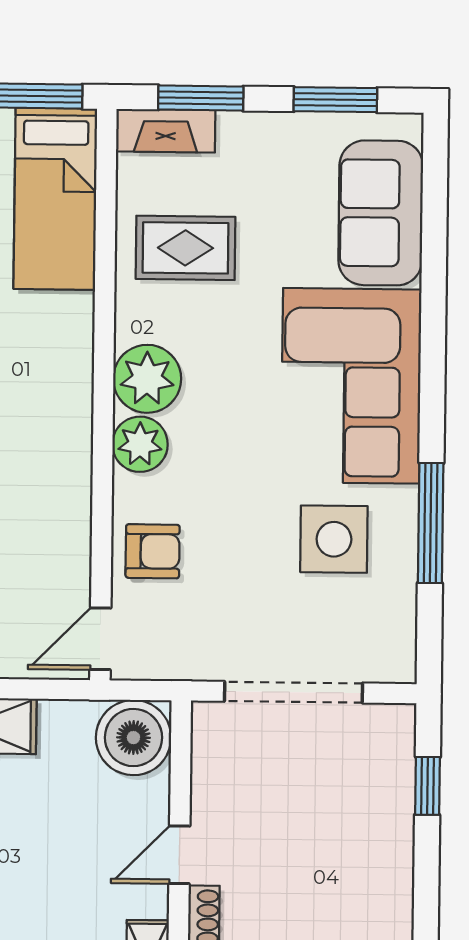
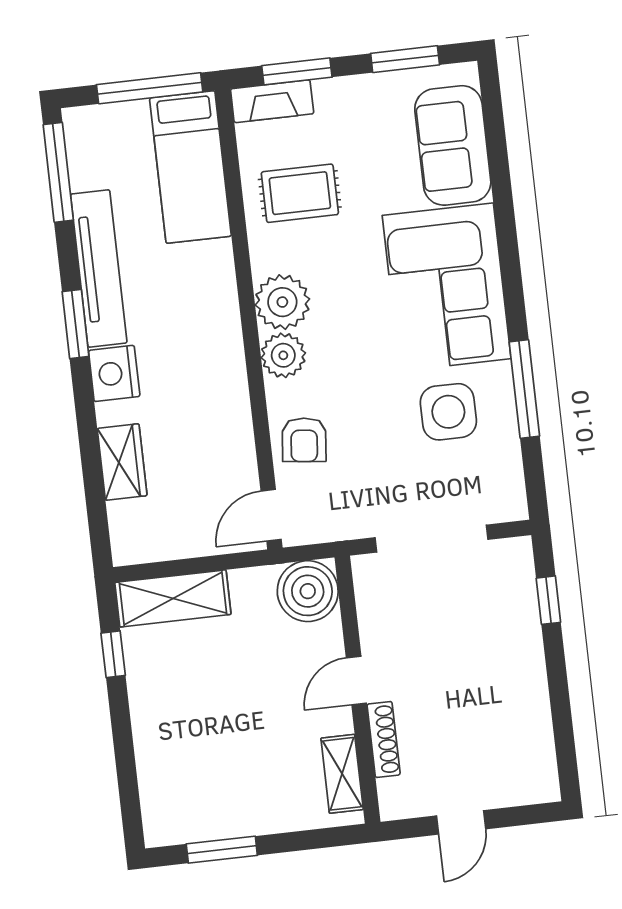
armchair: (153, 551) -> (304, 440), turned 96

